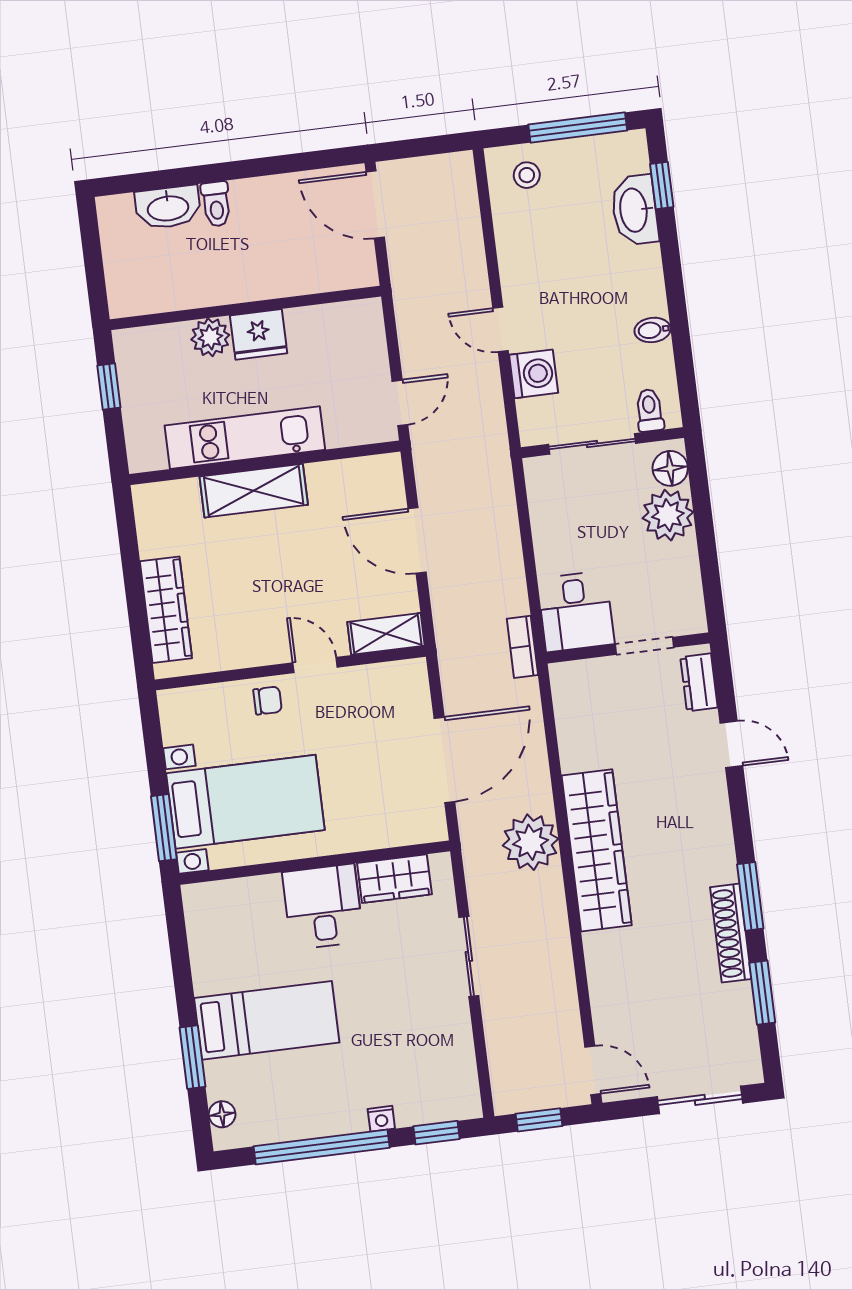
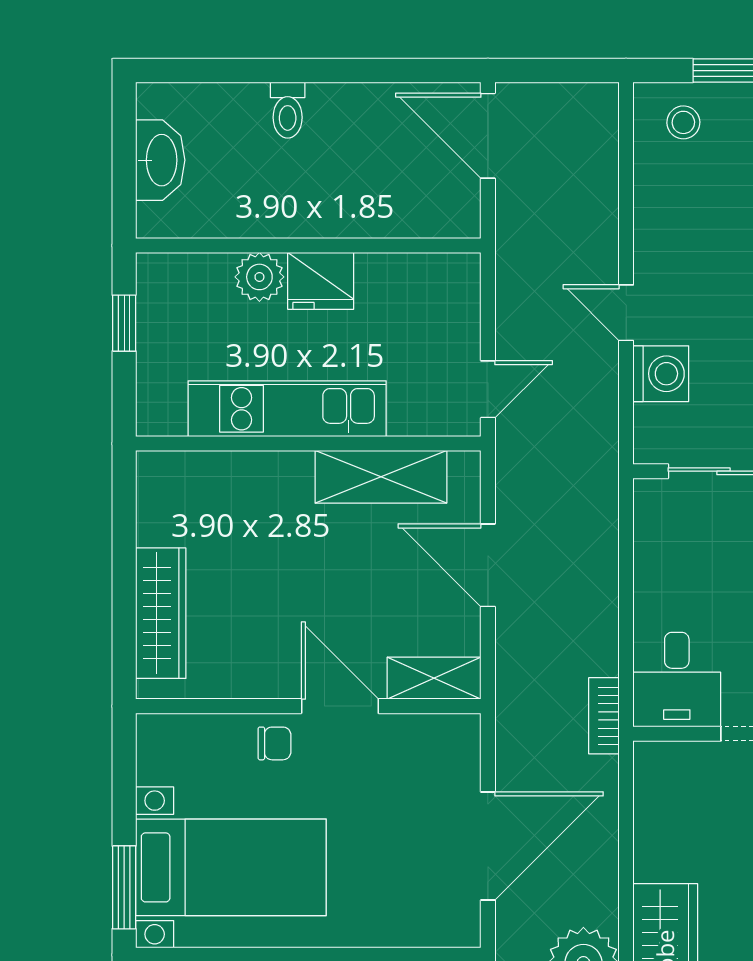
washbasin: (168, 207) -> (160, 160), moved, turned -90
shelving: (254, 491) -> (381, 477), moved
door: (315, 665) -> (340, 706), width x1.38

